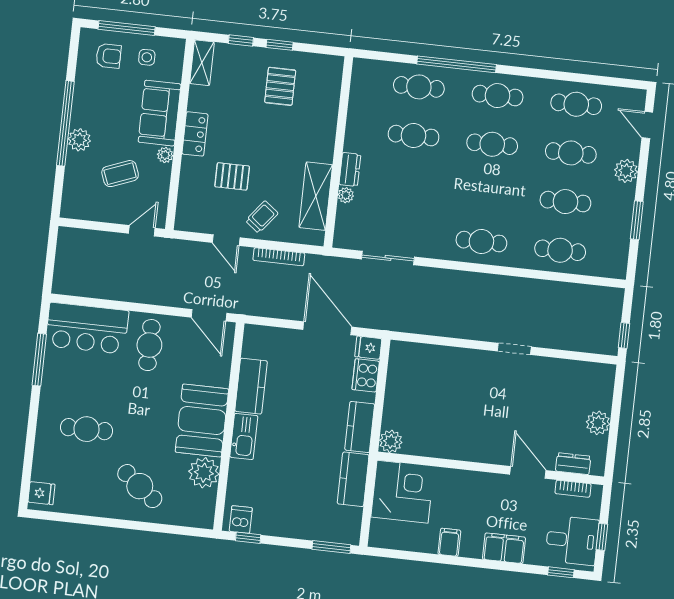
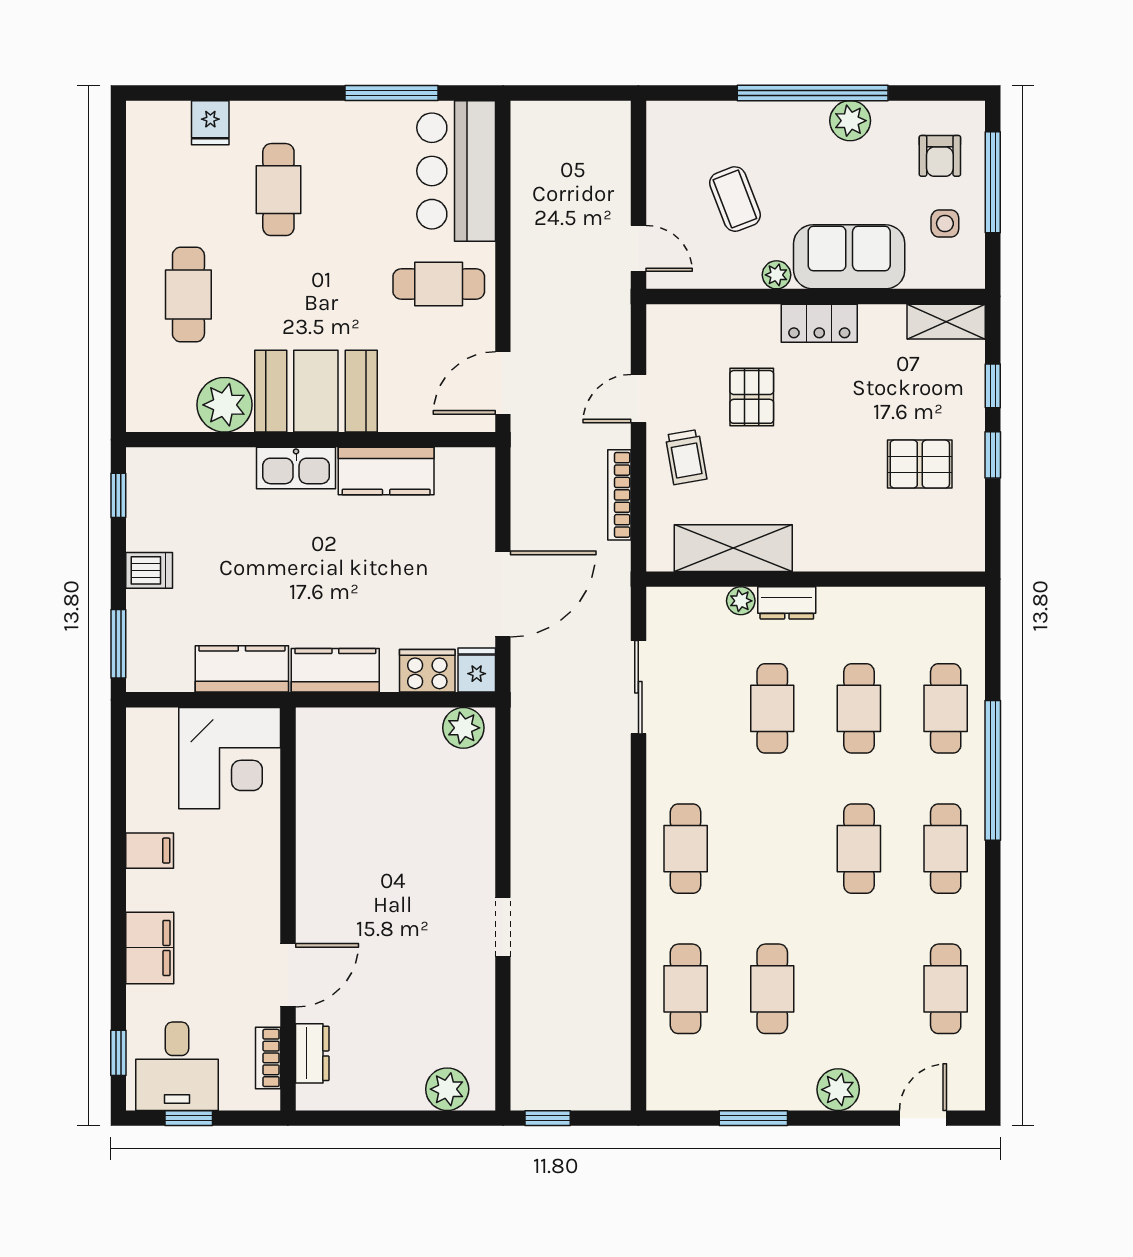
plant: (79, 140) -> (850, 121), moved
cafe table: (571, 153) -> (772, 708), moved
trolley: (262, 217) -> (686, 457), turned 42
plant: (598, 423) -> (447, 1089), moved
plant: (391, 441) -> (463, 728), moved
cafe table: (140, 486) -> (188, 295), turned -38
fridge: (41, 493) -> (210, 123), moved
dishwasher: (241, 520) -> (149, 570), moved

